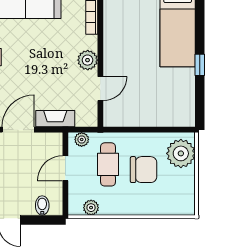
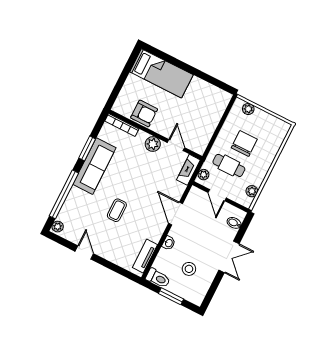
armchair: (119, 31) -> (144, 113), added
window: (200, 65) -> (194, 71), removed
fireplace: (55, 119) -> (188, 170), moved
plant: (181, 153) -> (248, 109), width x0.53, depth x0.53

